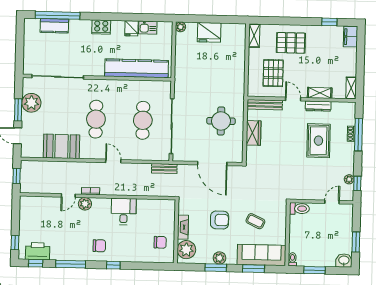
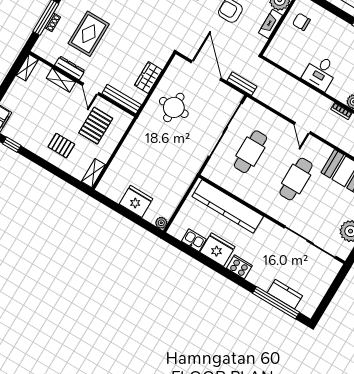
fridge: (131, 28) -> (217, 250), width x1.88, depth x1.34
pallet: (291, 43) -> (61, 146), width x0.67, depth x0.71
bench: (164, 169) -> (242, 84), moved

